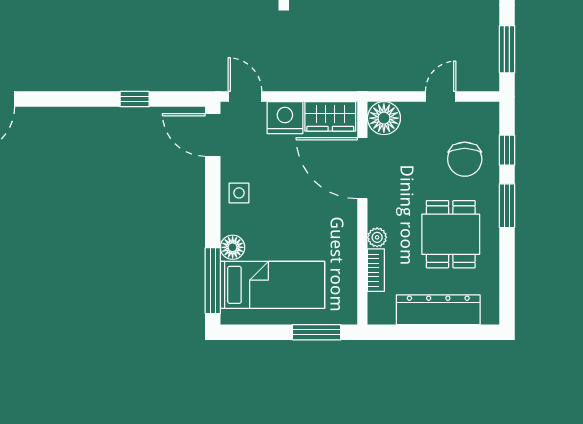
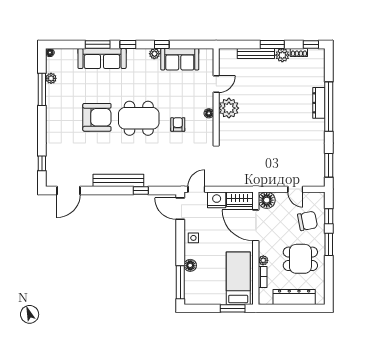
bench: (90, 79) -> (118, 180), added
door: (245, 96) -> (196, 189), hinge flipped
door: (441, 96) -> (295, 189), swing flipped
chair: (465, 159) -> (307, 221), turned -101
dining table: (451, 234) -> (300, 259), turned 90
bed: (272, 285) -> (238, 278), moved, turned -90

